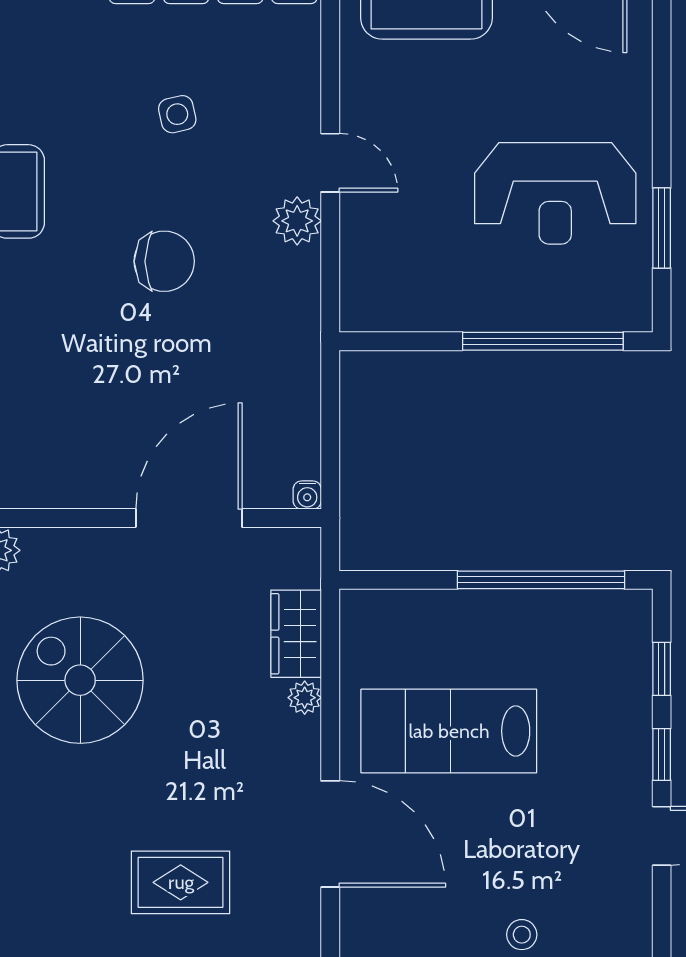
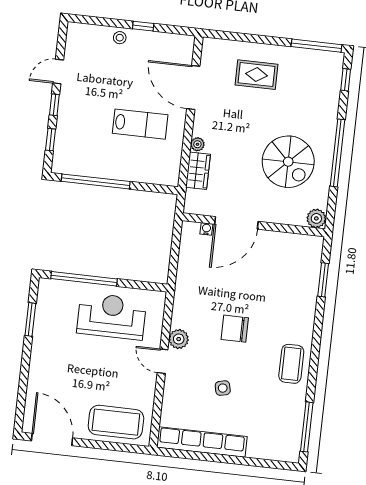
reception desk: (555, 193) -> (112, 316), moved
water cooler: (307, 495) -> (206, 229), moved
lab bench: (449, 731) -> (140, 124), width x0.73, depth x0.72

